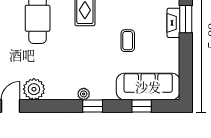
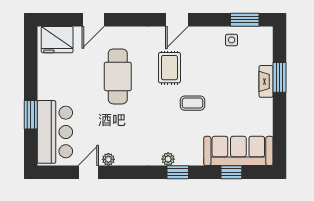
coffee table: (128, 41) -> (192, 103), moved, turned 90
plant: (34, 89) -> (108, 159), width x0.53, depth x0.53

